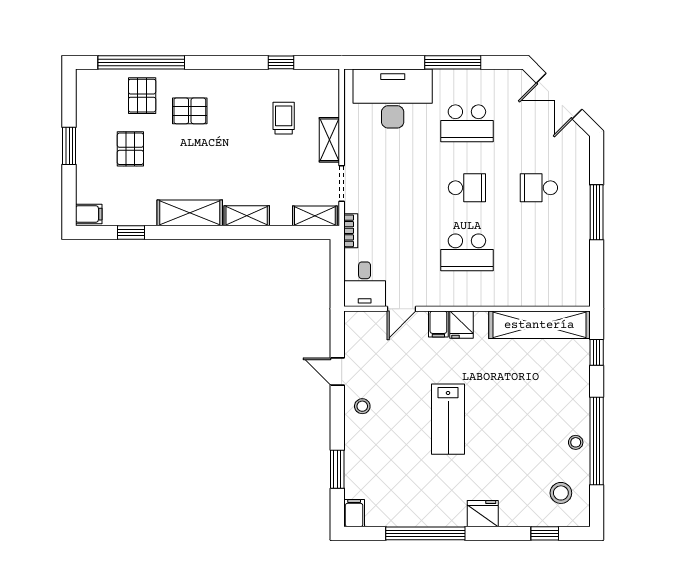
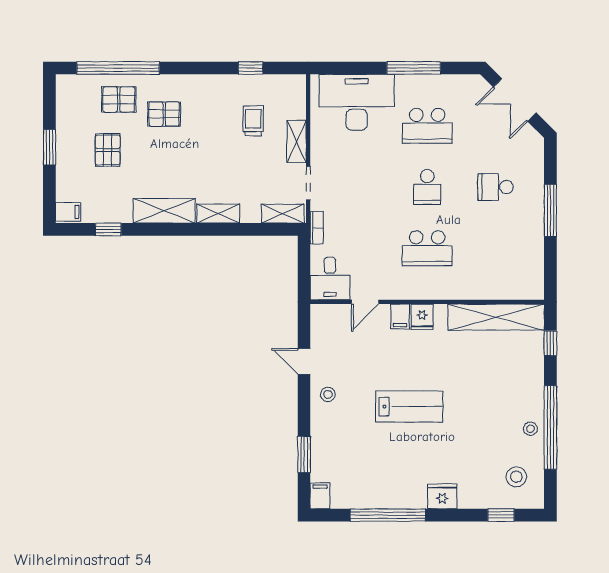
pallet: (142, 96) -> (119, 99), turned 90
school desk: (467, 188) -> (427, 187), turned 90
lab bench: (448, 419) -> (409, 407), turned -90

